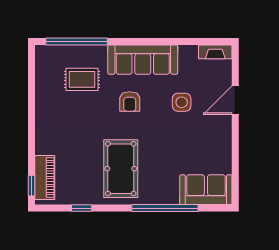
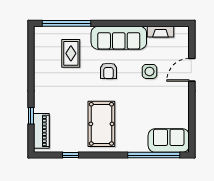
fireplace: (215, 52) -> (161, 32), moved
rug: (82, 79) -> (71, 53), turned 90
window: (32, 186) -> (31, 116), moved
window: (165, 208) -> (154, 155), moved

